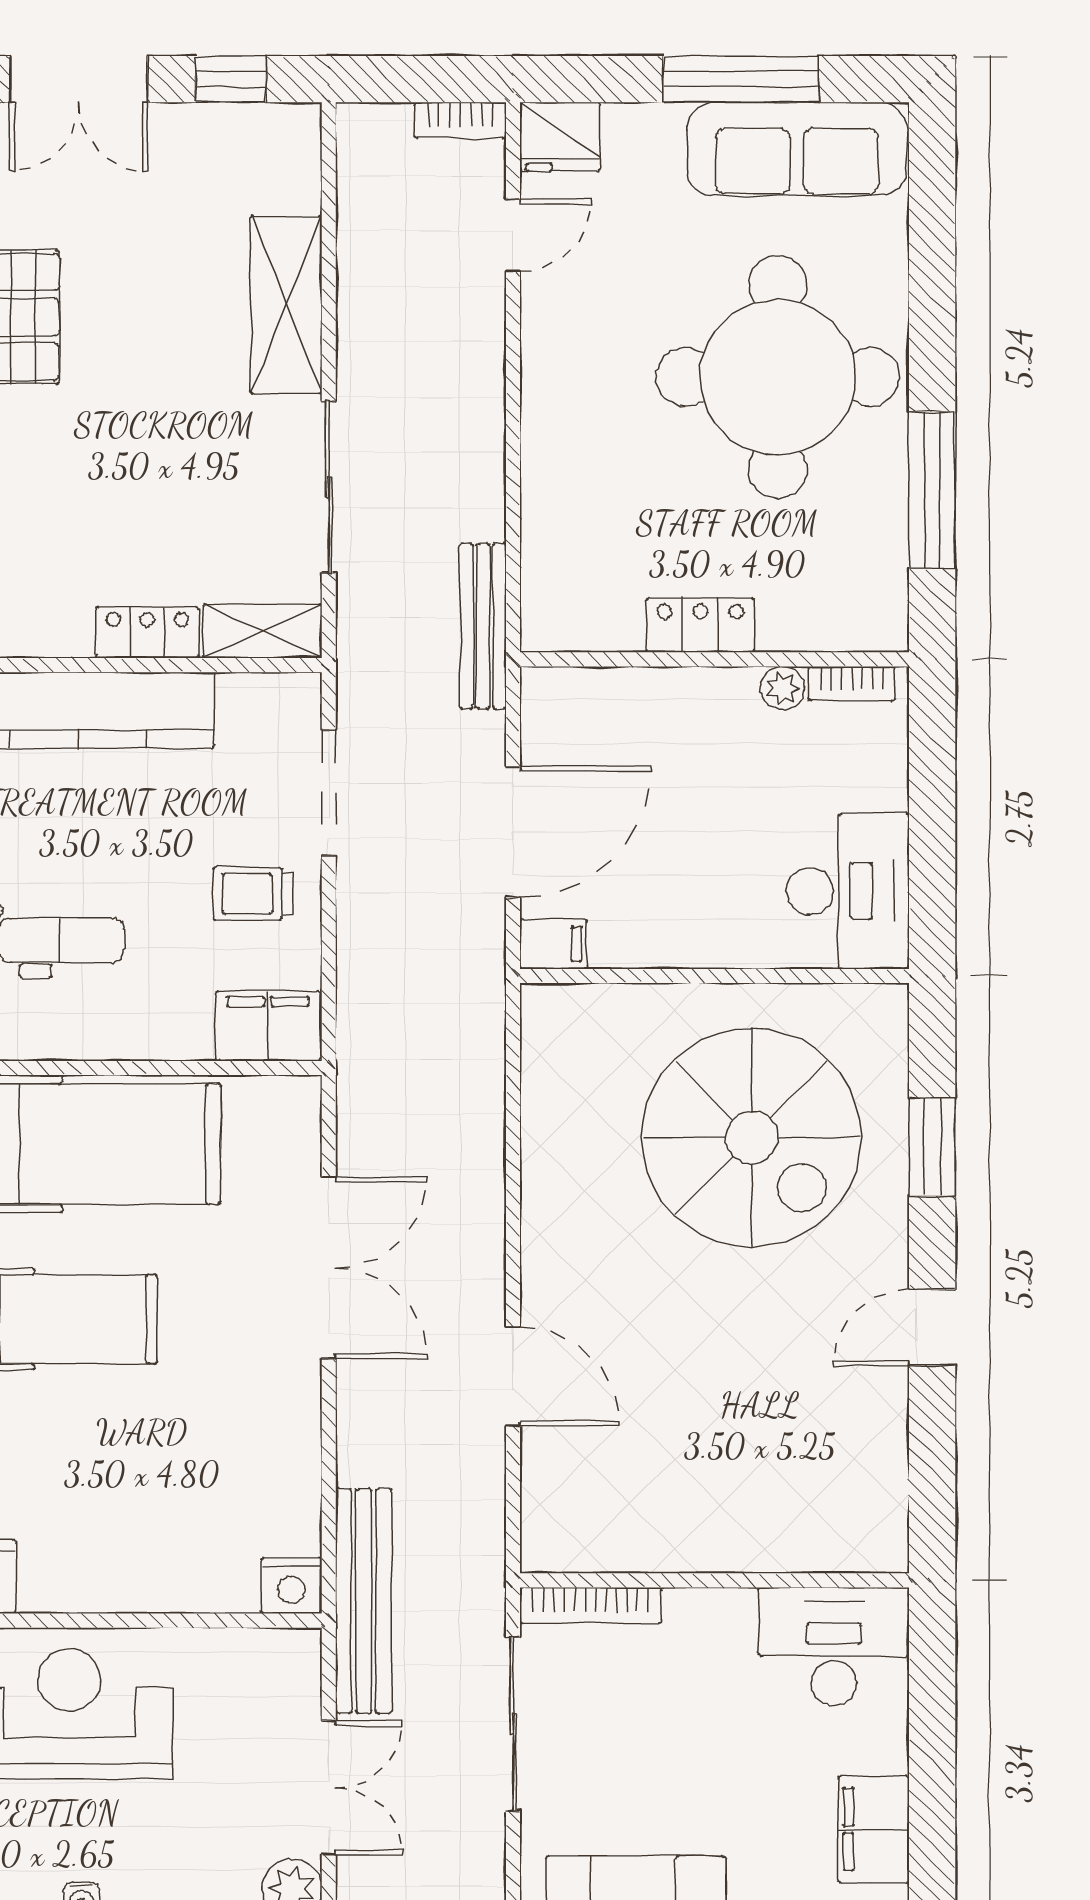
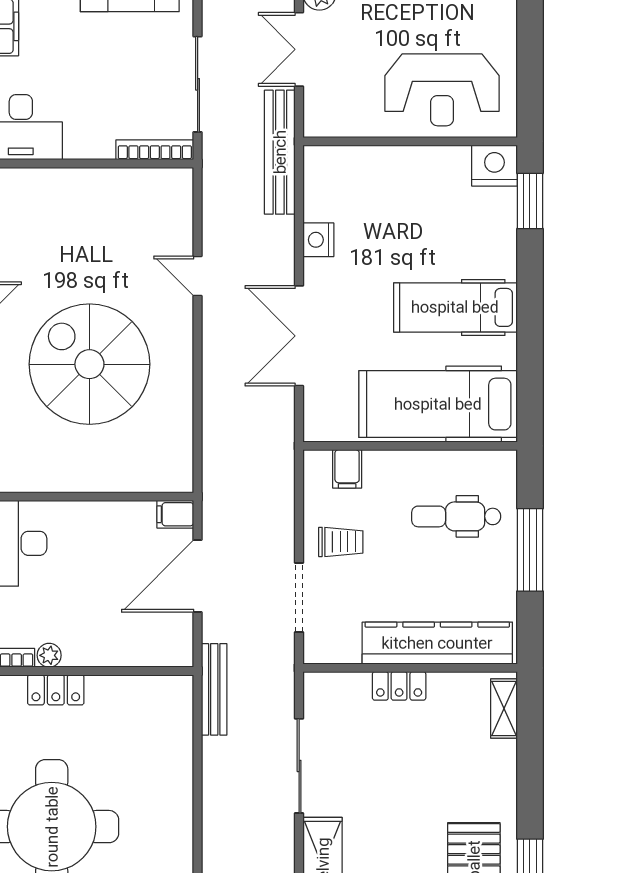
locker: (701, 625) -> (56, 690), moved
shelving: (262, 631) -> (336, 686), removed
filing cabinet: (268, 1026) -> (347, 469), width x0.50
spiral stairs: (751, 1137) -> (89, 364), moved
door: (513, 1376) -> (198, 276), width x0.73
nightstand: (291, 1586) -> (318, 240), moved, turned -90

